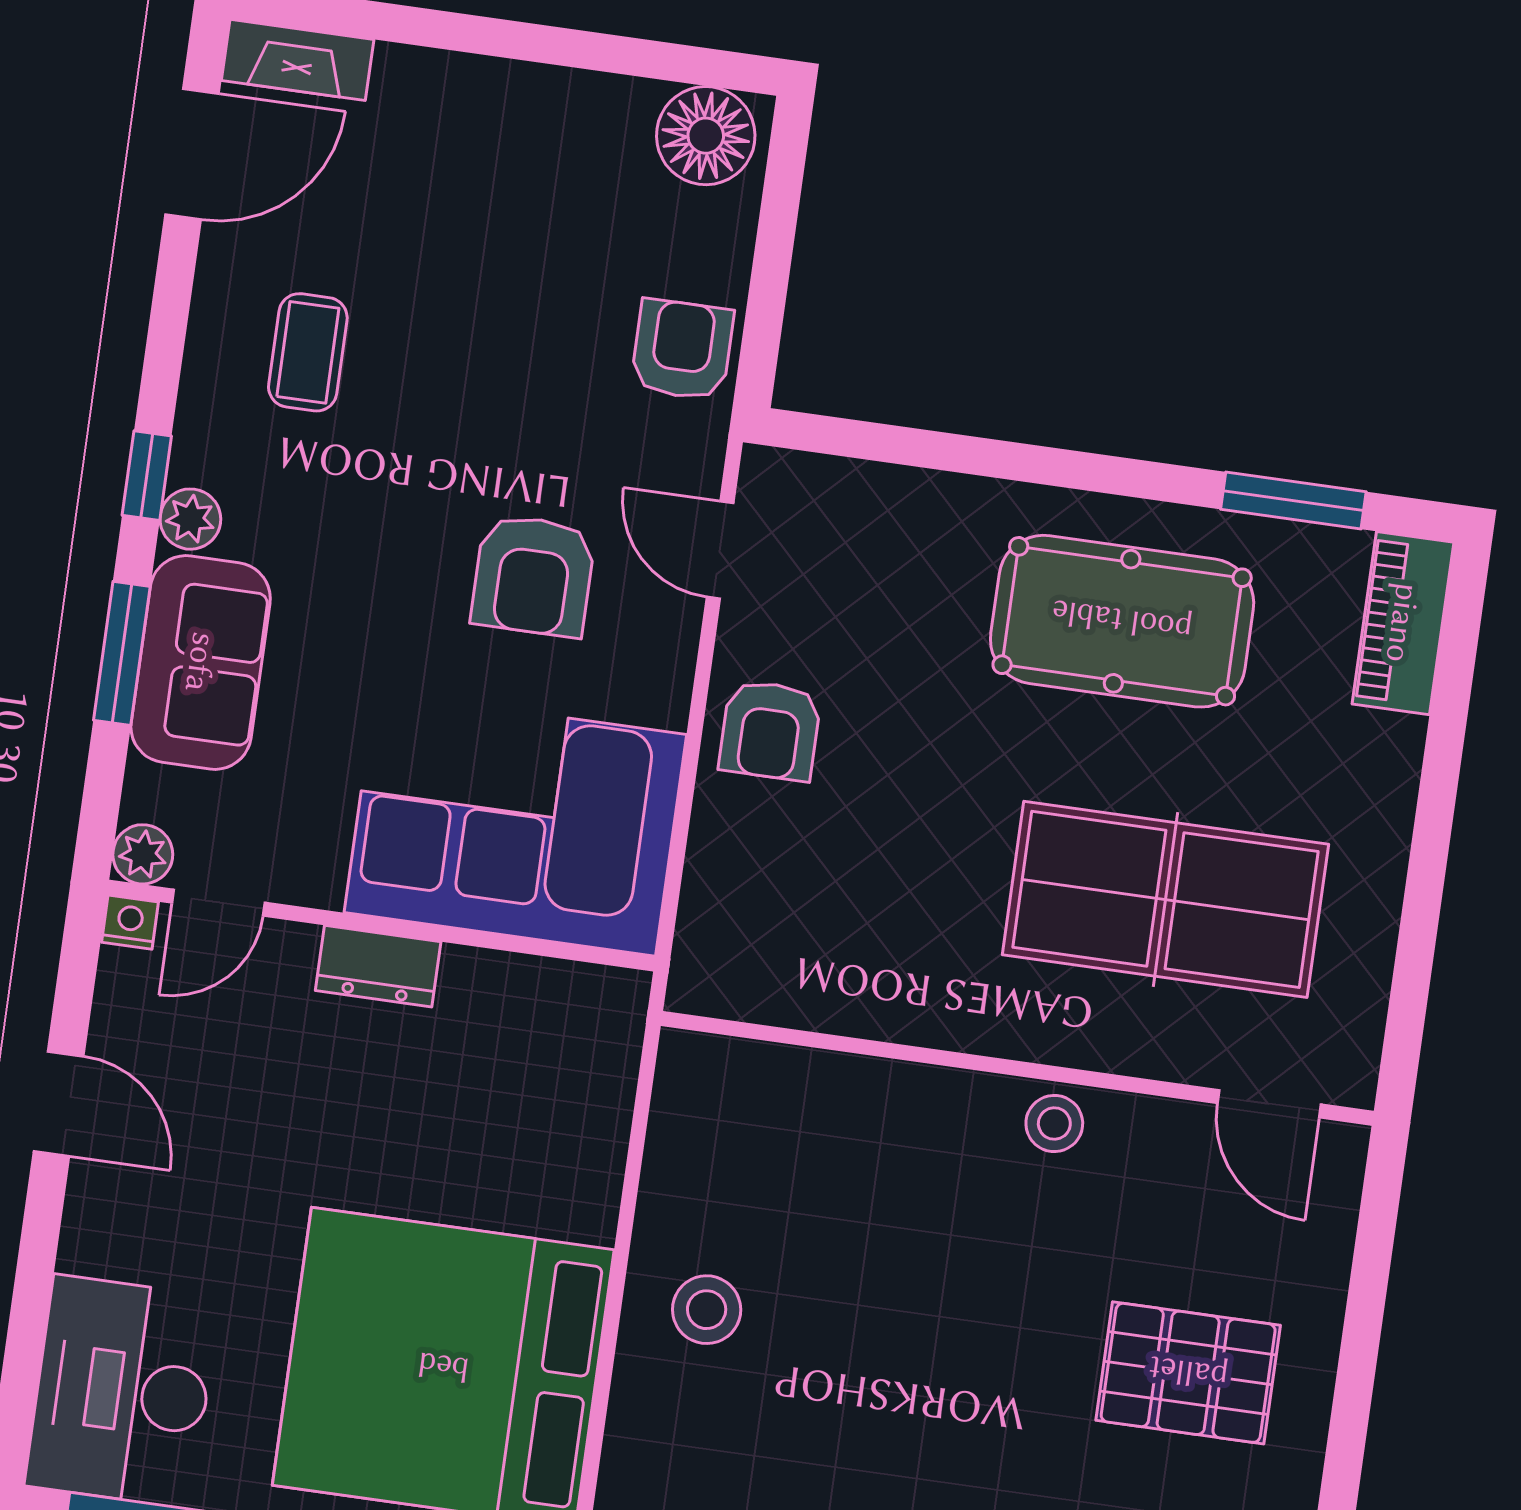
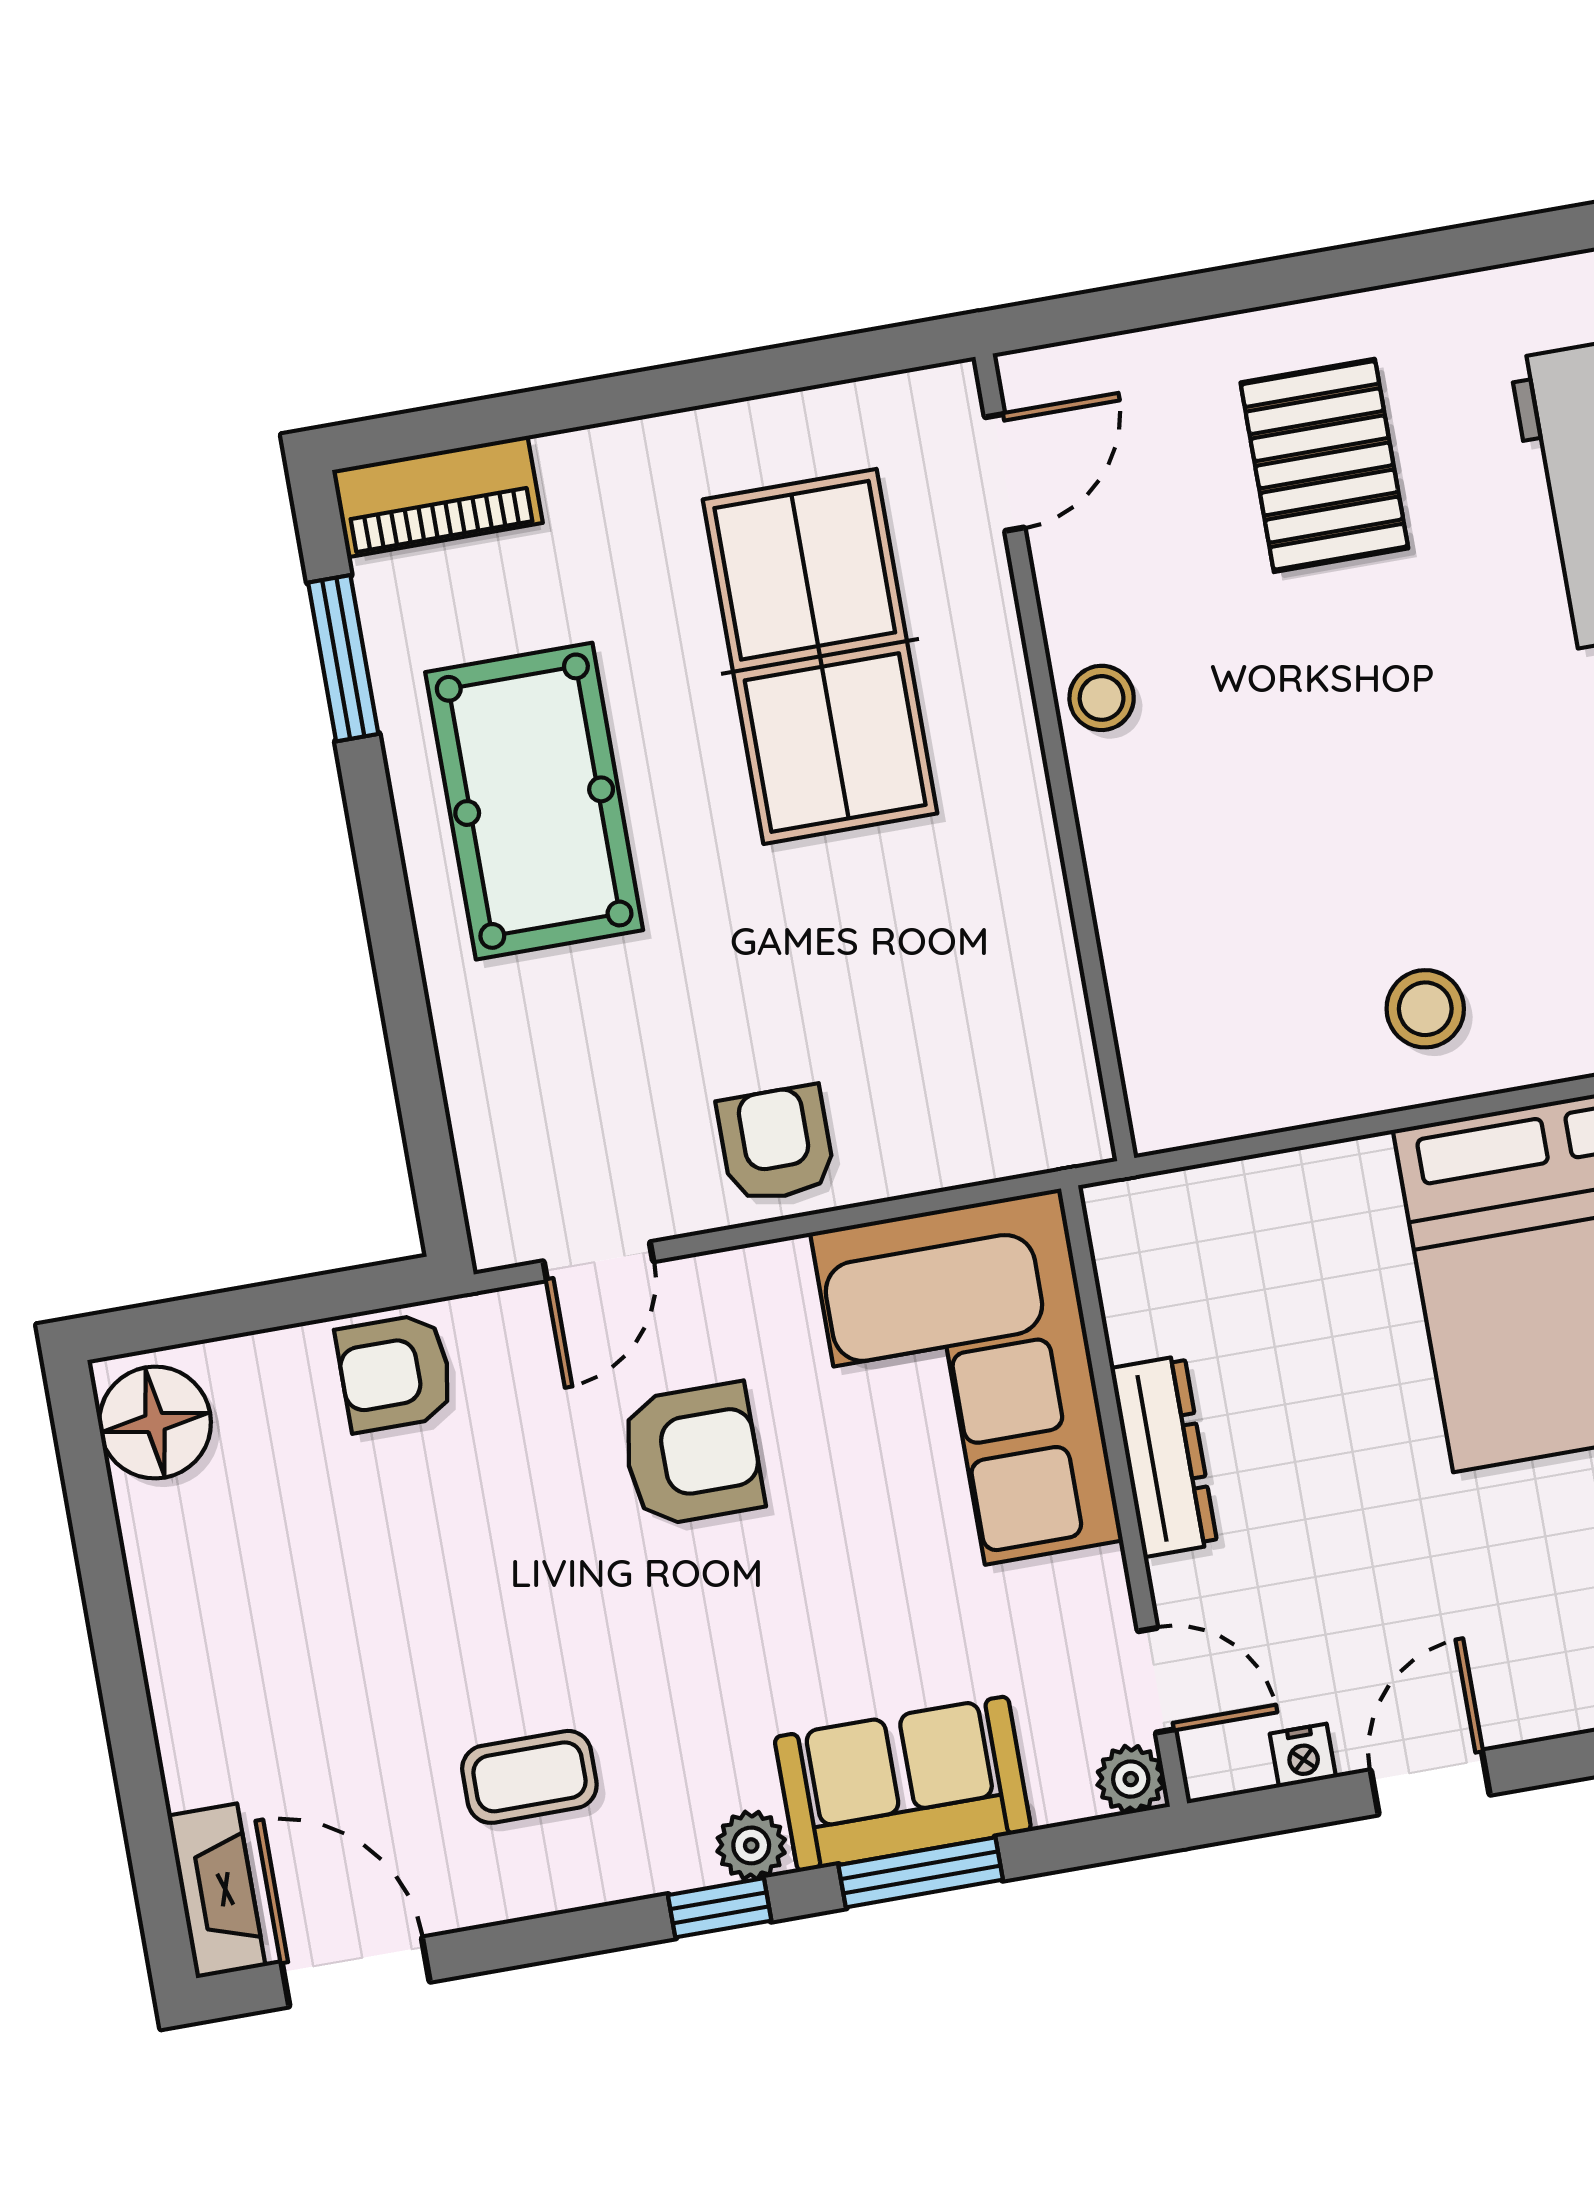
armchair: (770, 730) -> (776, 1144), turned -90
nightstand: (130, 922) -> (1303, 1755), moved, turned -90
dresser: (378, 966) -> (1164, 1456), width x1.44

